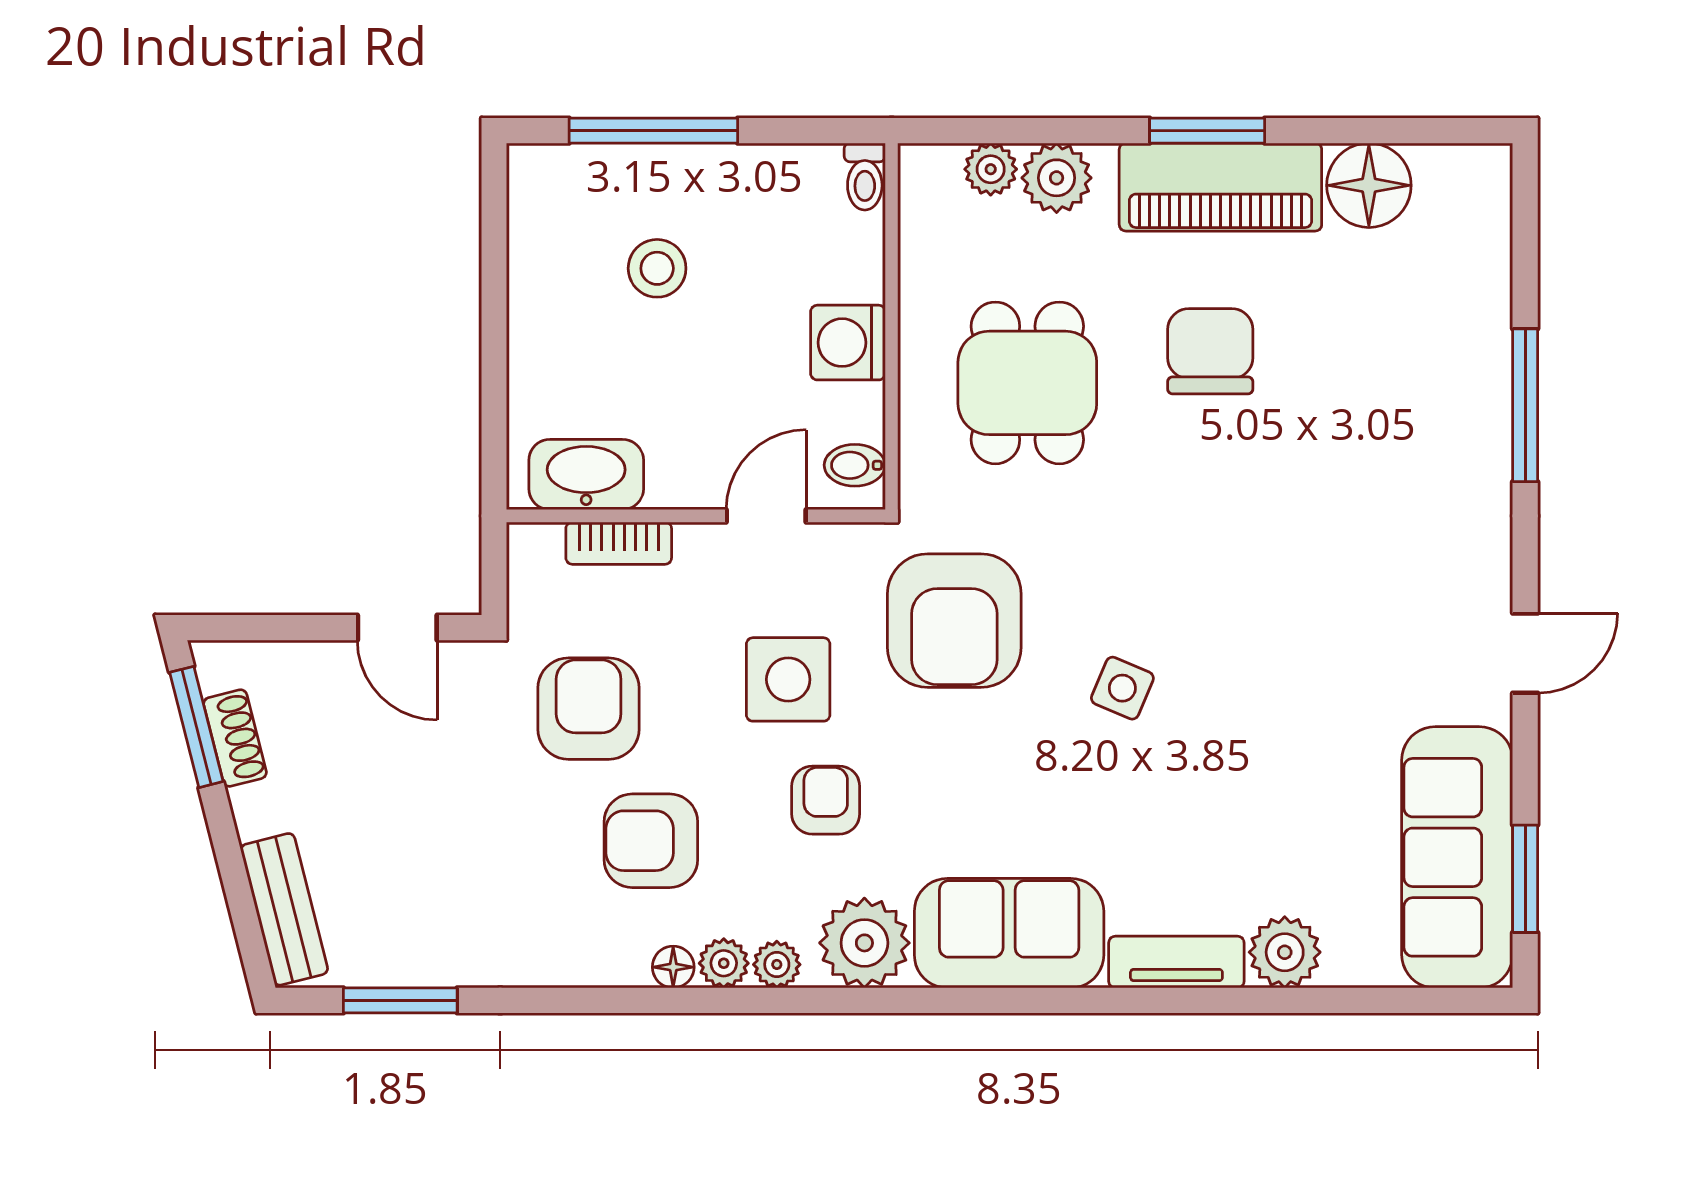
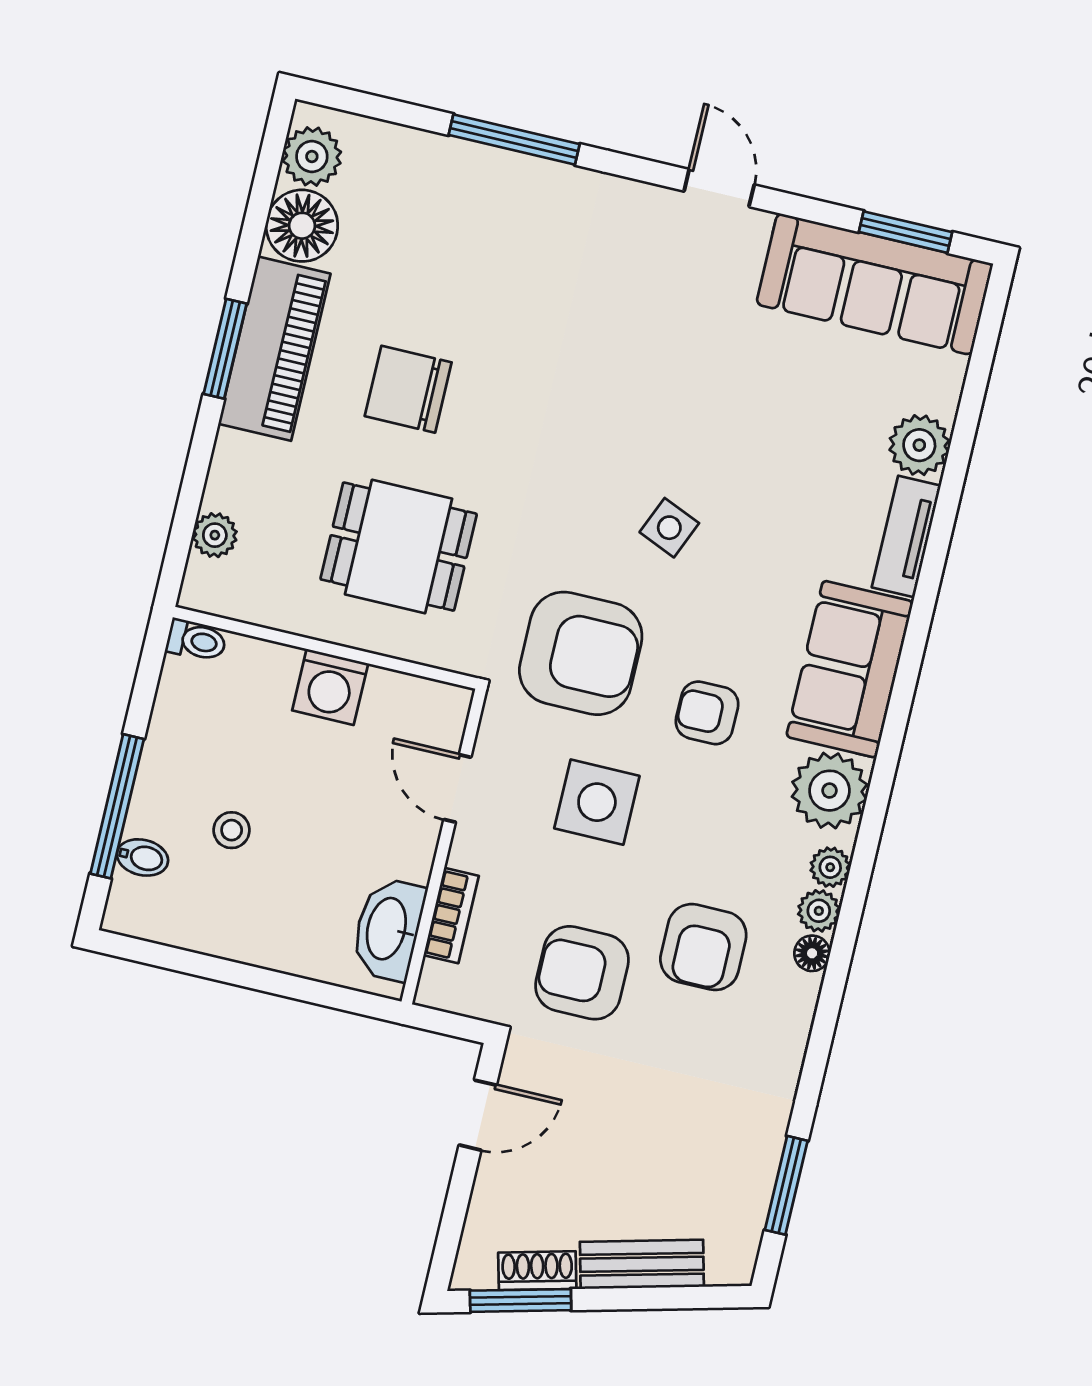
plant: (1057, 178) -> (312, 156), moved
stool: (657, 268) -> (232, 830), width x0.73, depth x0.73
bidet: (855, 465) -> (142, 857), moved, turned -90
armchair: (826, 800) -> (707, 713), moved
bench: (284, 909) -> (642, 1264), moved

